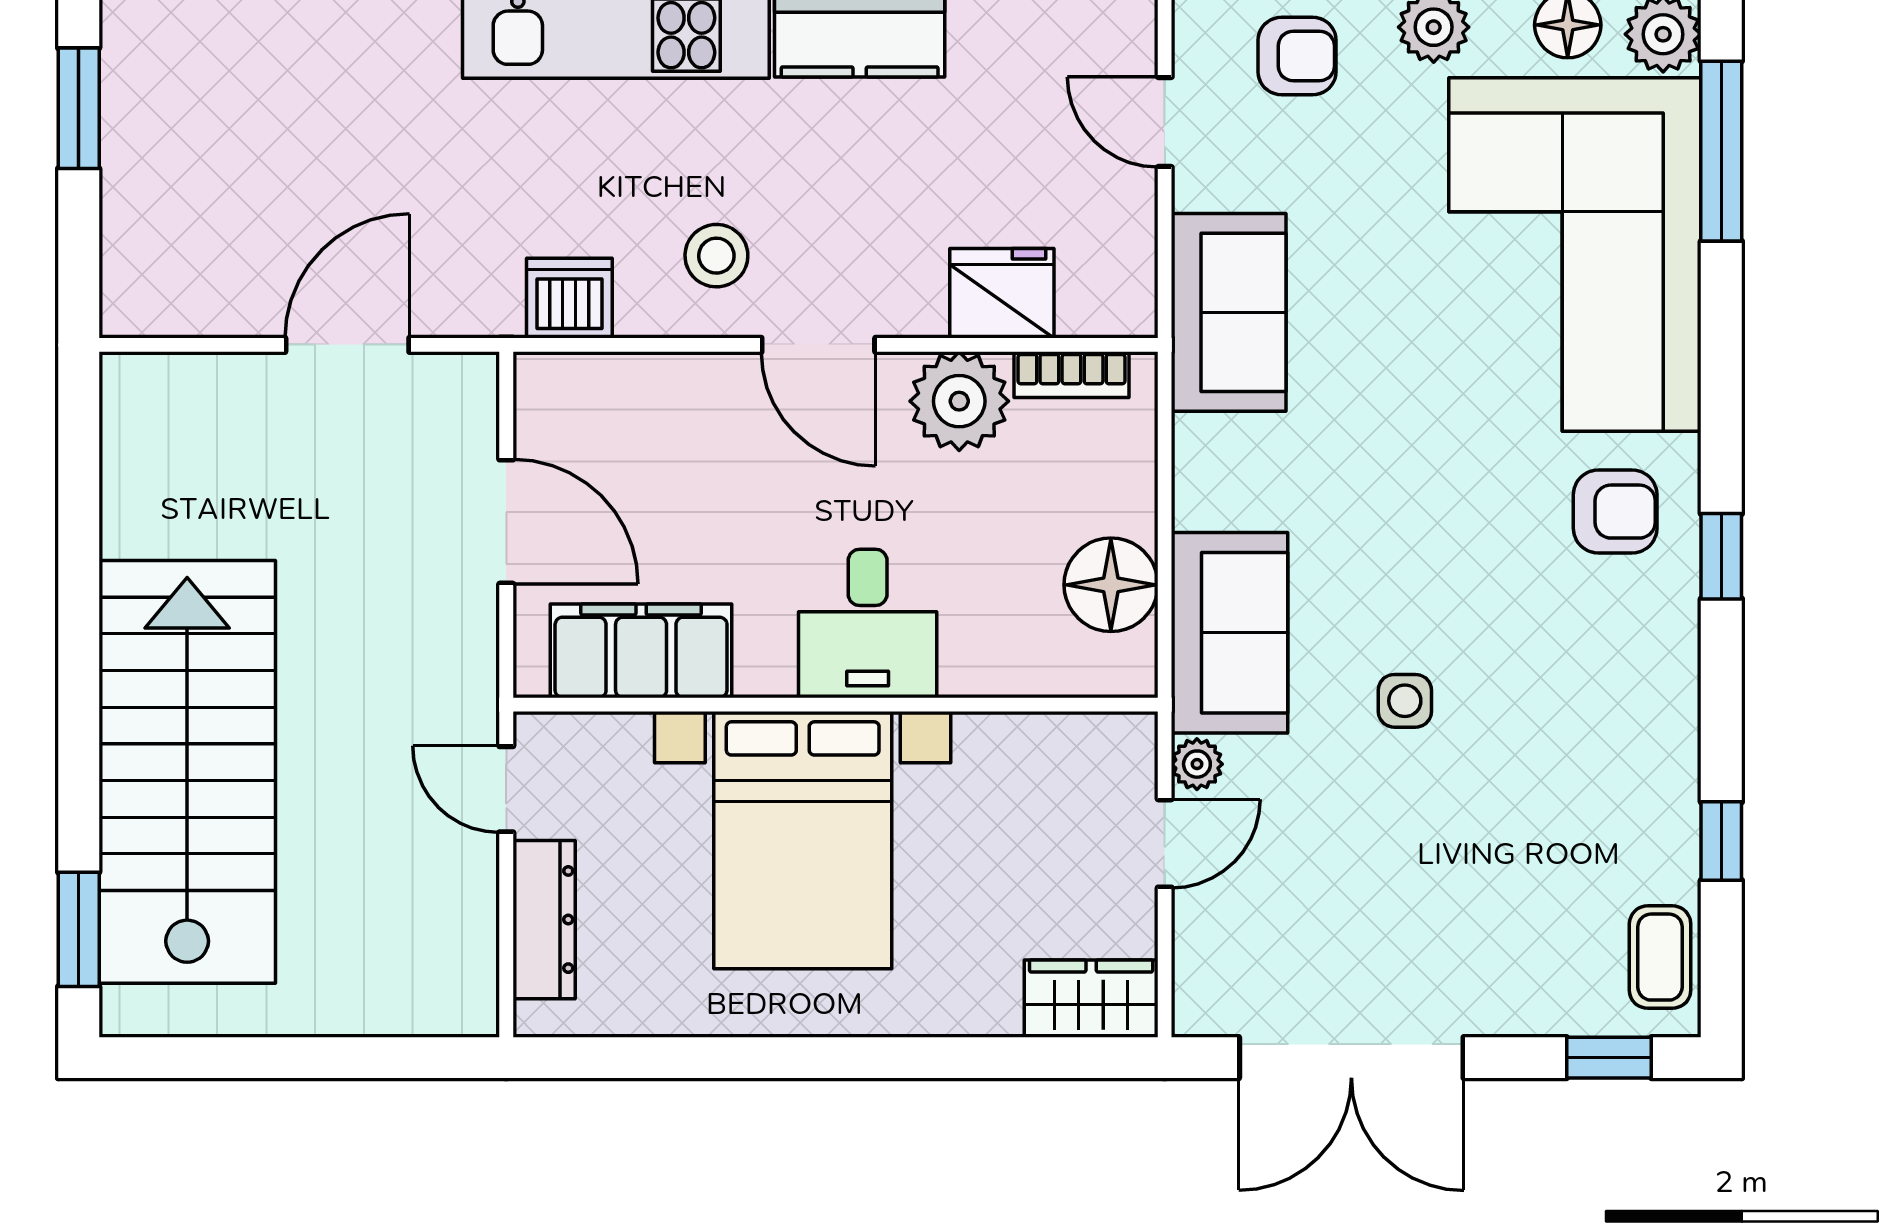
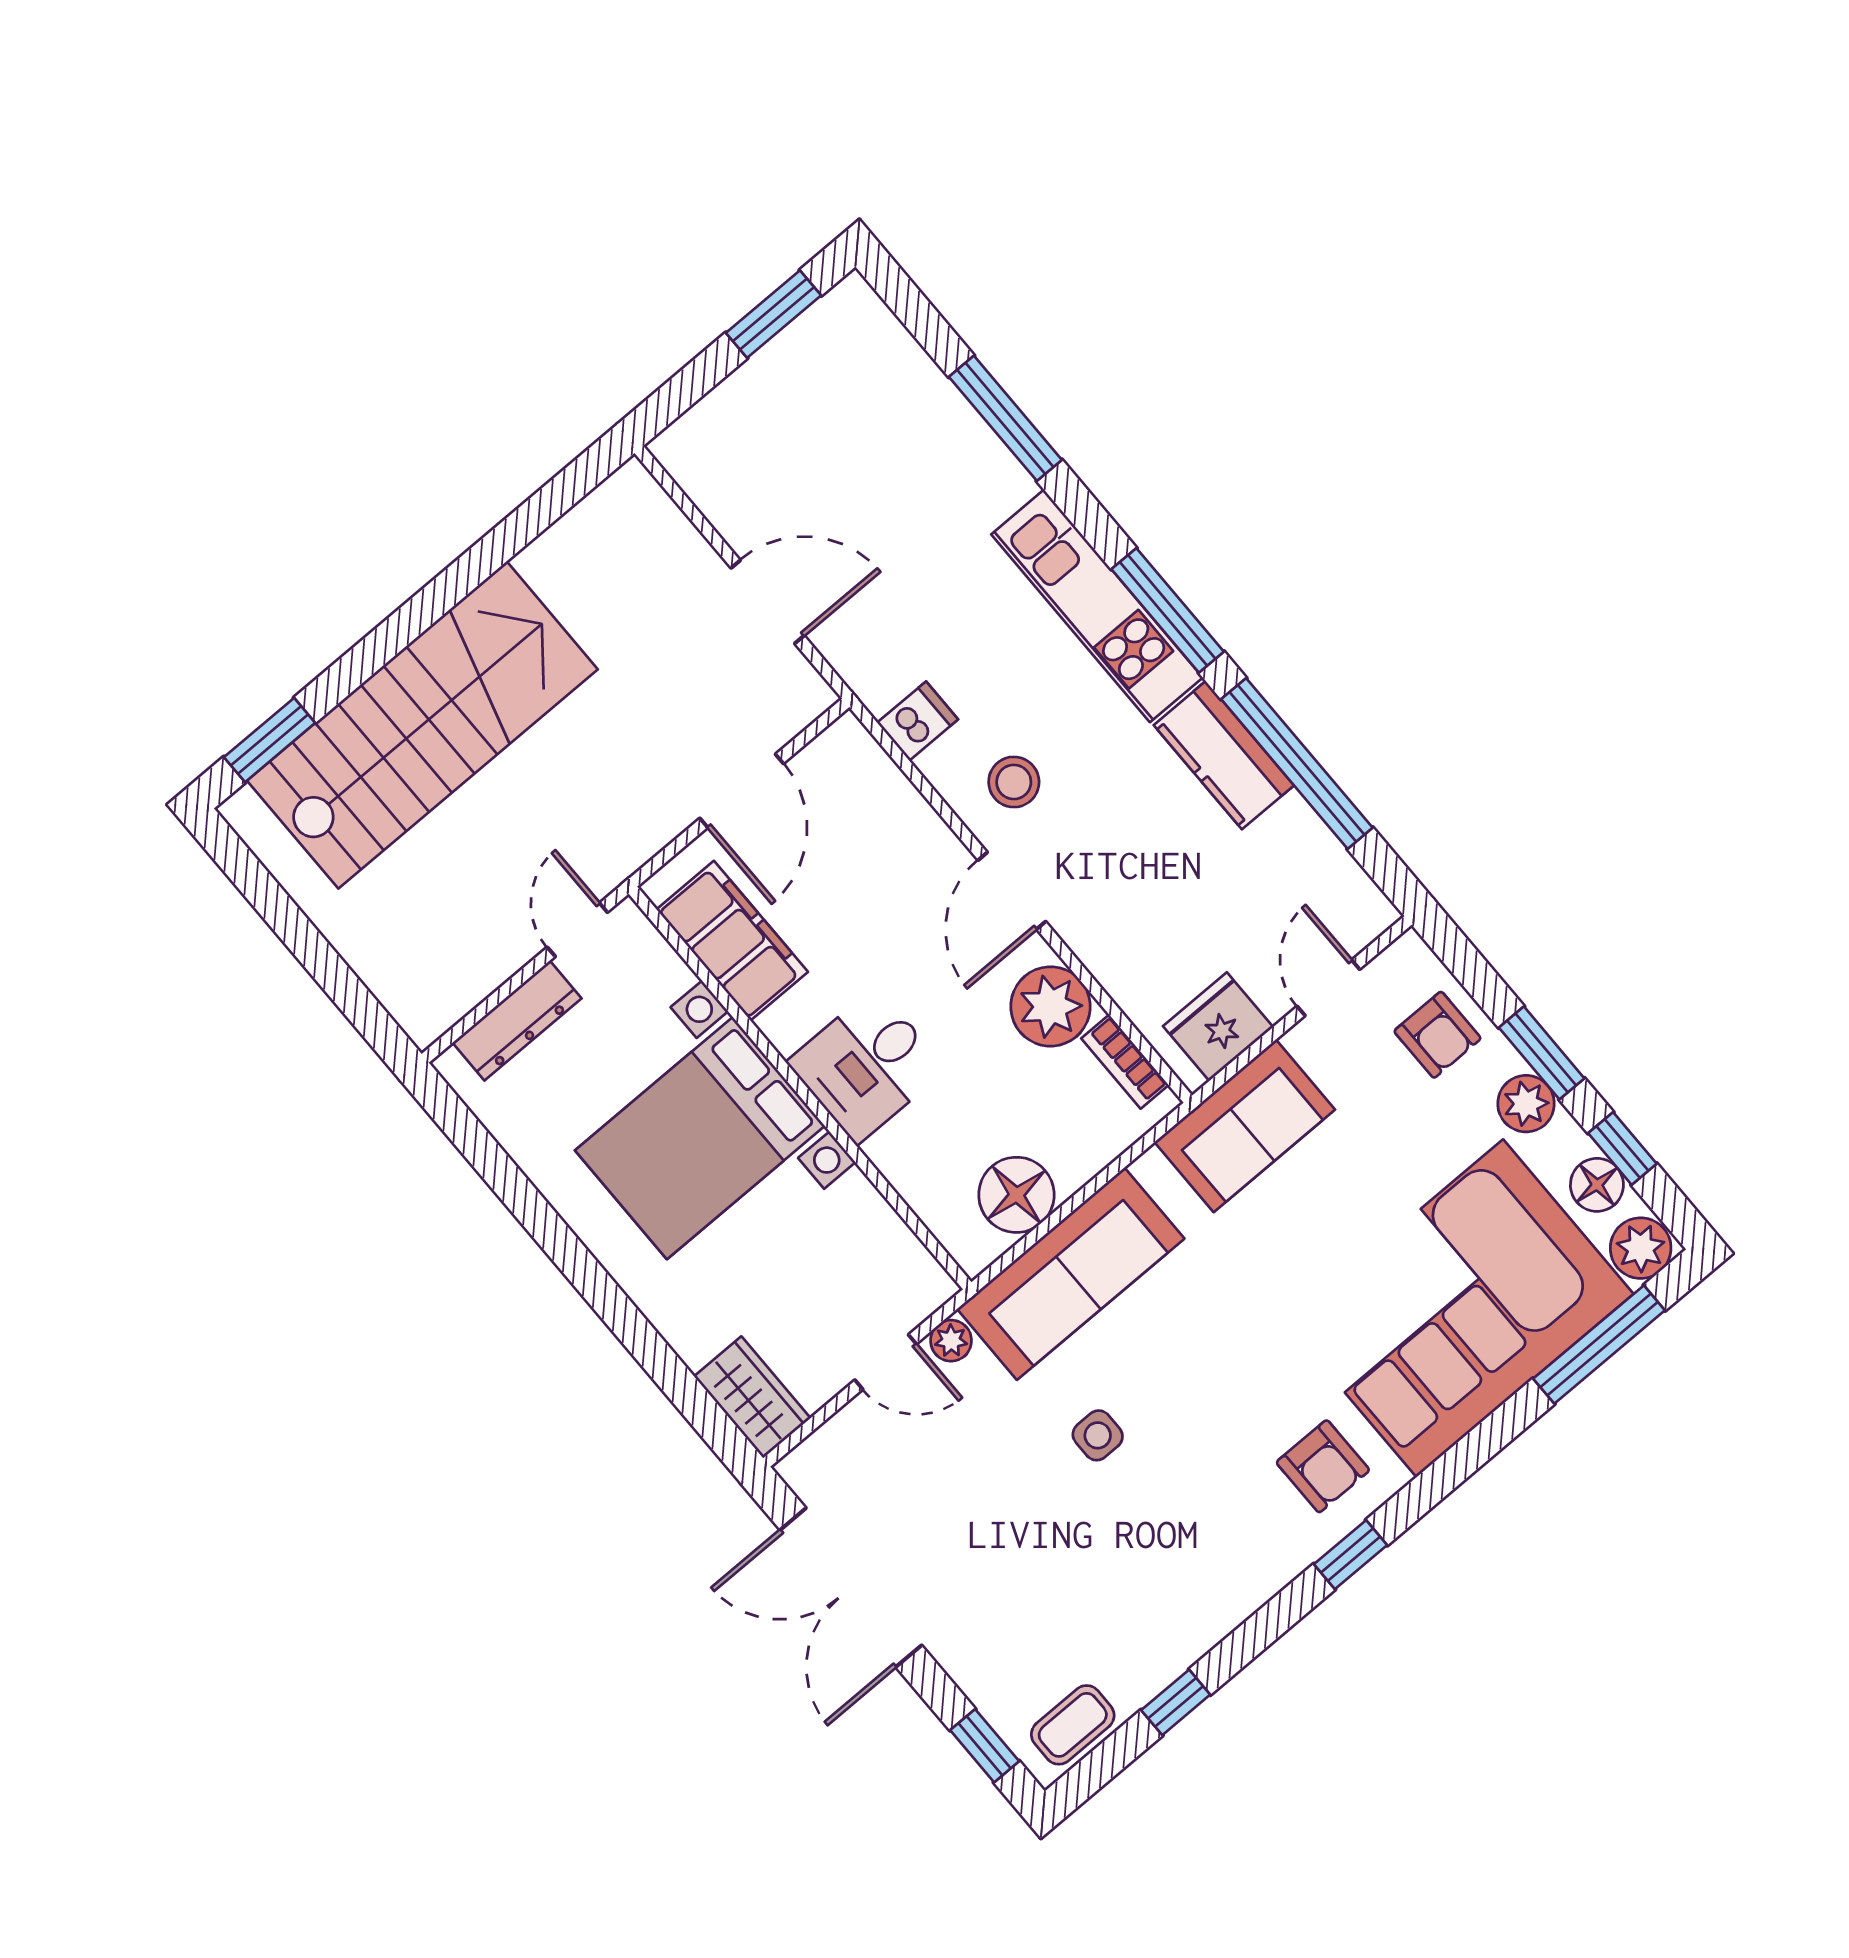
fridge: (1002, 293) -> (1218, 1027), moved, turned -90
dishwasher: (569, 298) -> (918, 721), width x0.73
sofa: (1229, 633) -> (1071, 1274), width x1.36

